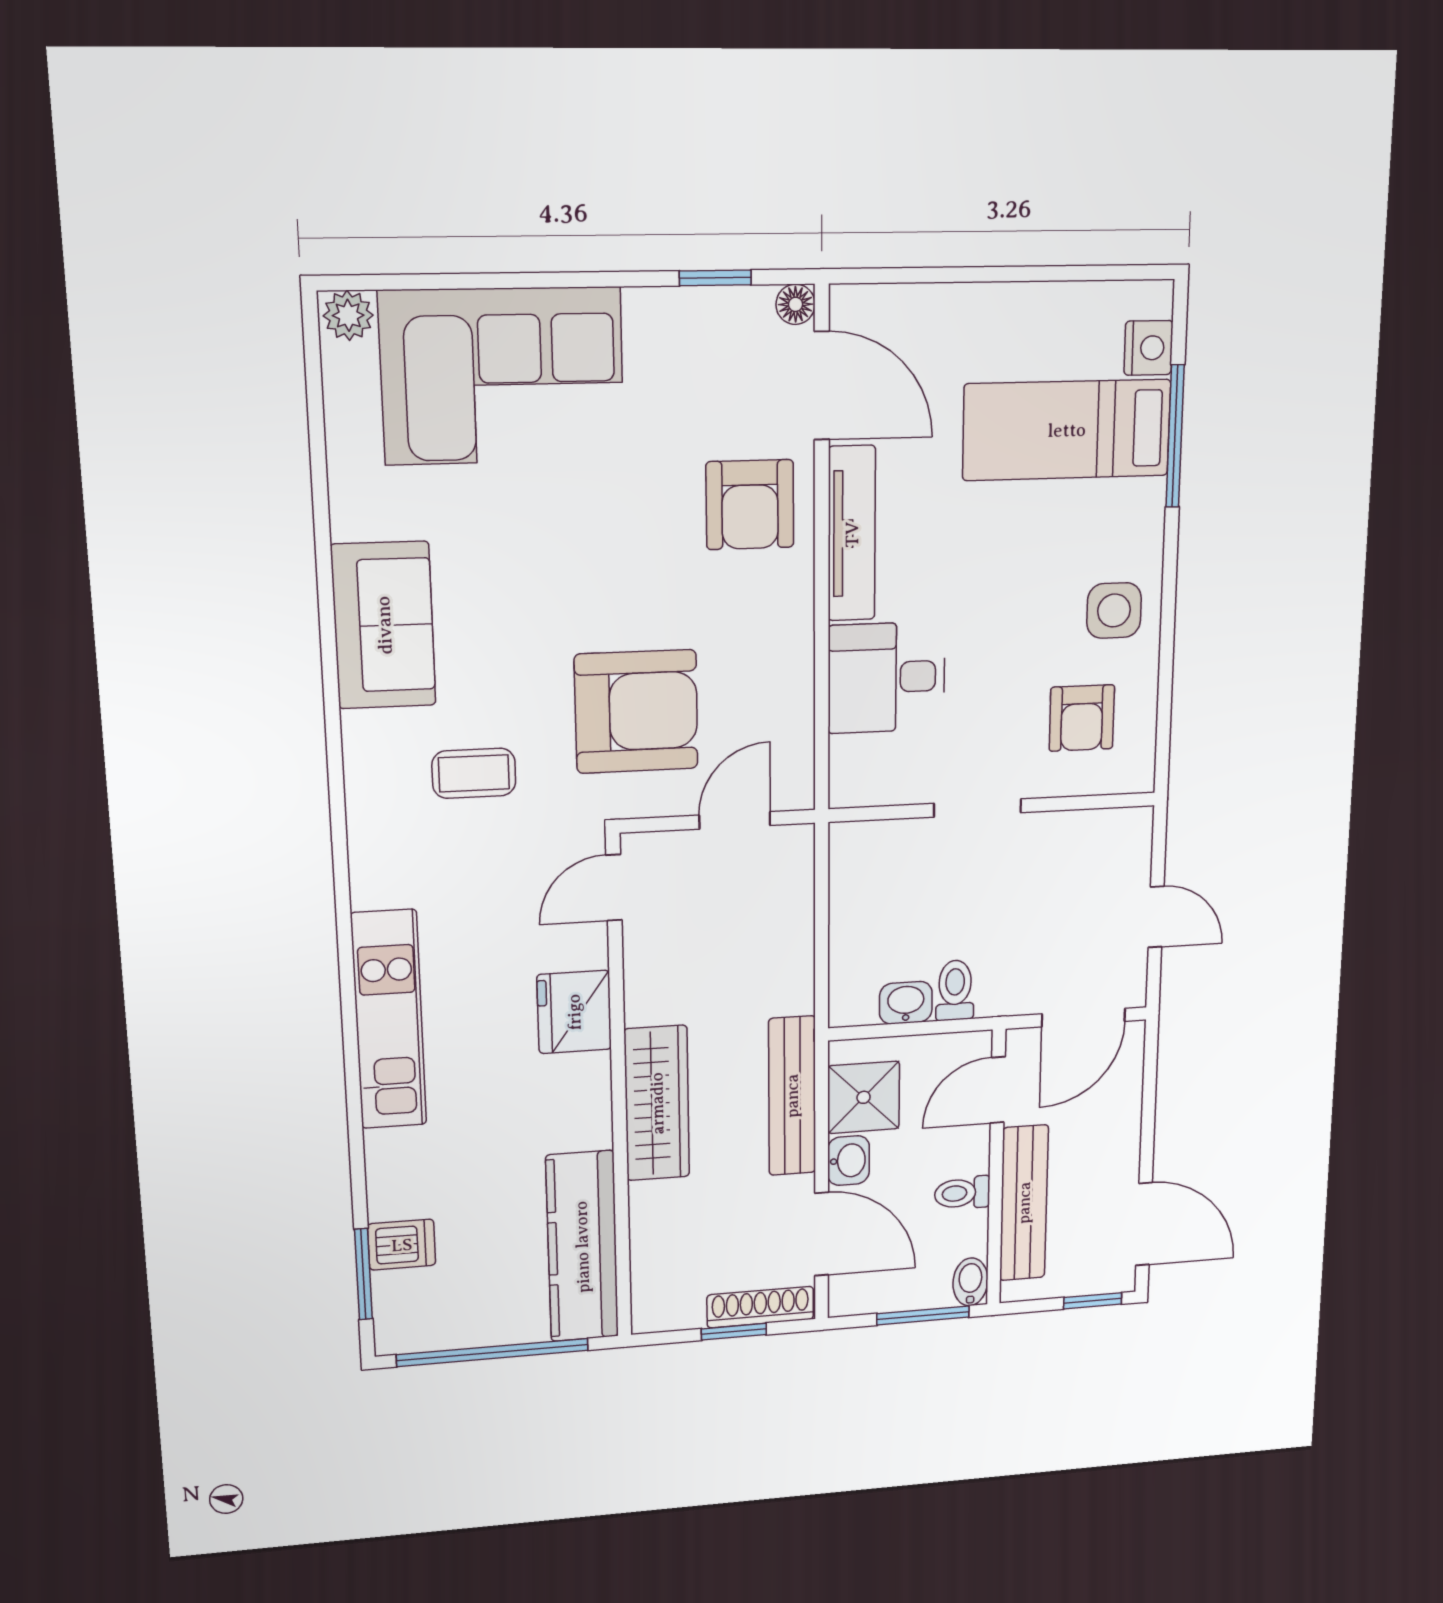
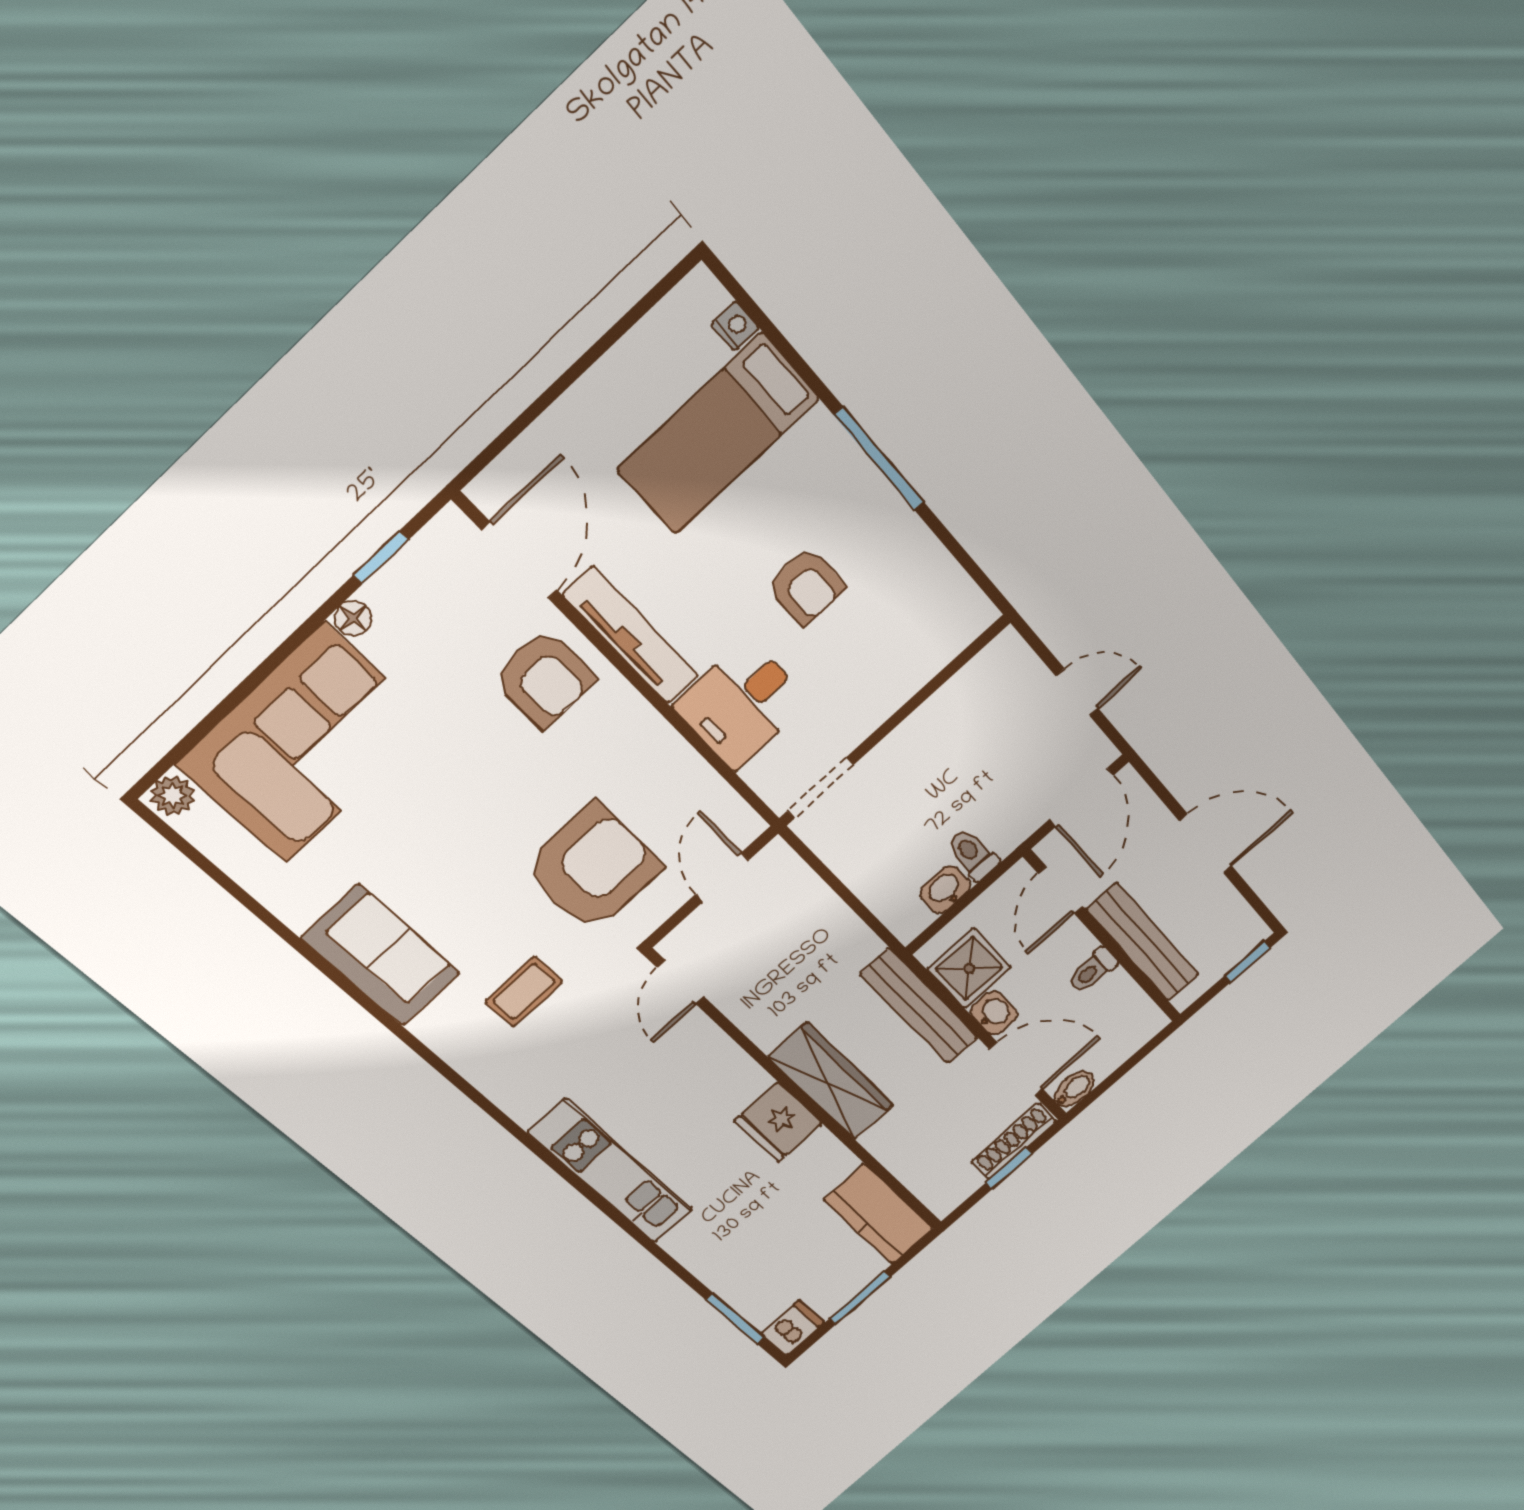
floor lamp: (796, 304) -> (353, 618), moved
nightstand: (1148, 348) -> (735, 326), width x0.72, depth x0.74
door: (822, 386) -> (519, 560), hinge flipped
window: (1175, 436) -> (879, 459), moved
side table: (1114, 610) -> (864, 522), removed
armchair: (1082, 718) -> (806, 587), moved
doorway: (978, 808) -> (820, 788), moved
fridge: (574, 1012) -> (778, 1122), moved
door: (1144, 1224) -> (1206, 844), moved
dishwasher: (402, 1245) -> (793, 1328), moved
kitchen counter: (582, 1247) -> (879, 1214), width x0.67
bidet: (970, 1282) -> (1074, 1089), moved, turned 90
window: (923, 1315) -> (1132, 1062), removed
window: (493, 1352) -> (860, 1298), width x0.47

